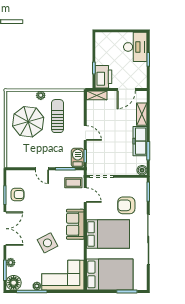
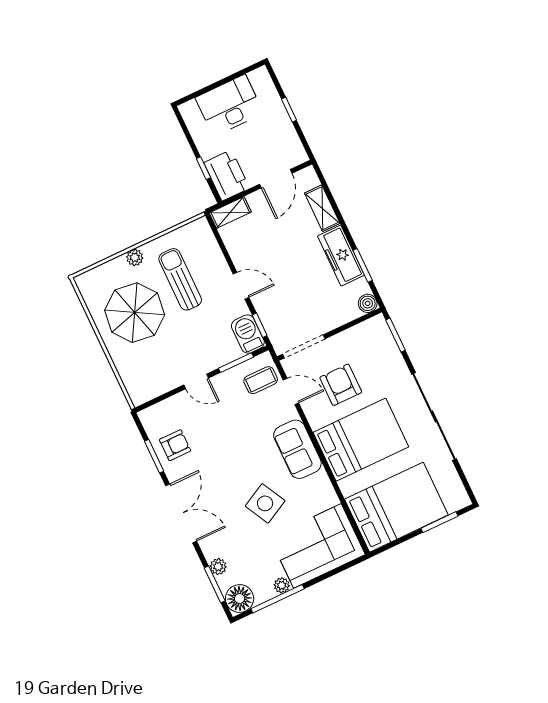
desk: (135, 47) -> (229, 105), moved, turned -90
armchair: (126, 205) -> (341, 385), moved, turned 90

